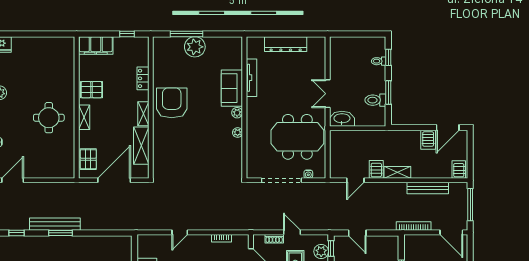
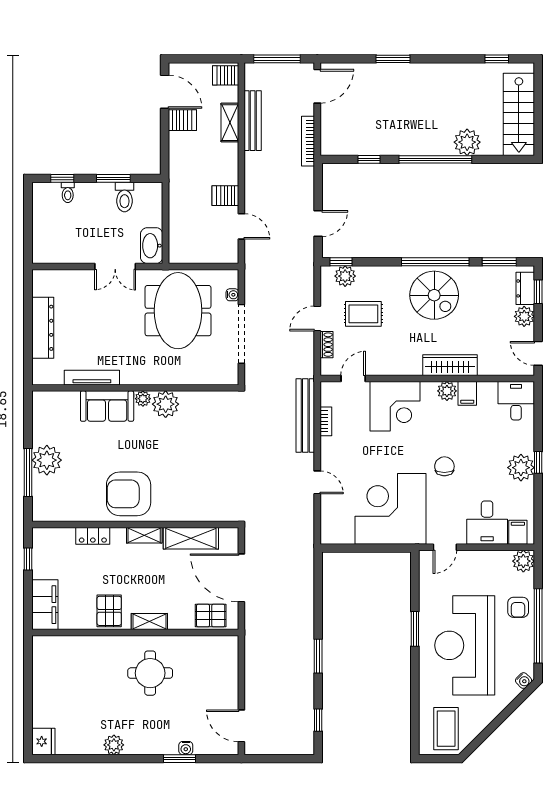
plant: (238, 133) -> (166, 404), width x1.88, depth x1.88
shelving: (397, 172) -> (230, 123), moved
bench: (55, 224) -> (305, 415), moved

